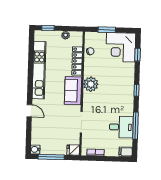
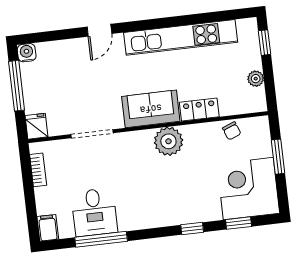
locker: (77, 61) -> (199, 110), width x0.66
window: (136, 90) -> (192, 229), moved

